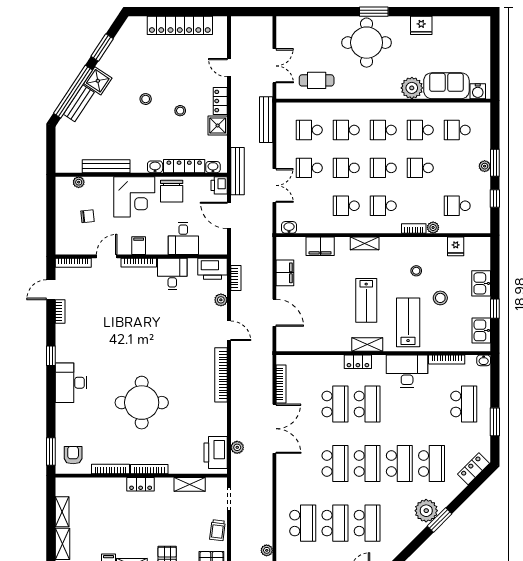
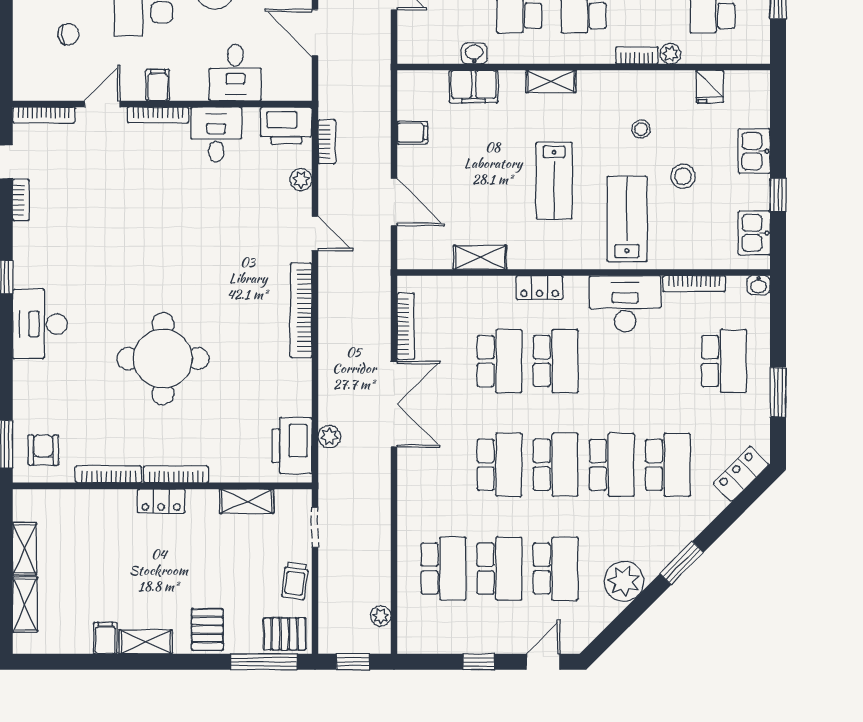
washbasin: (289, 227) -> (474, 54), moved
filing cabinet: (285, 273) -> (412, 133), width x0.50
shelving: (367, 344) -> (480, 257), moved
plant: (426, 511) -> (624, 581), moved

